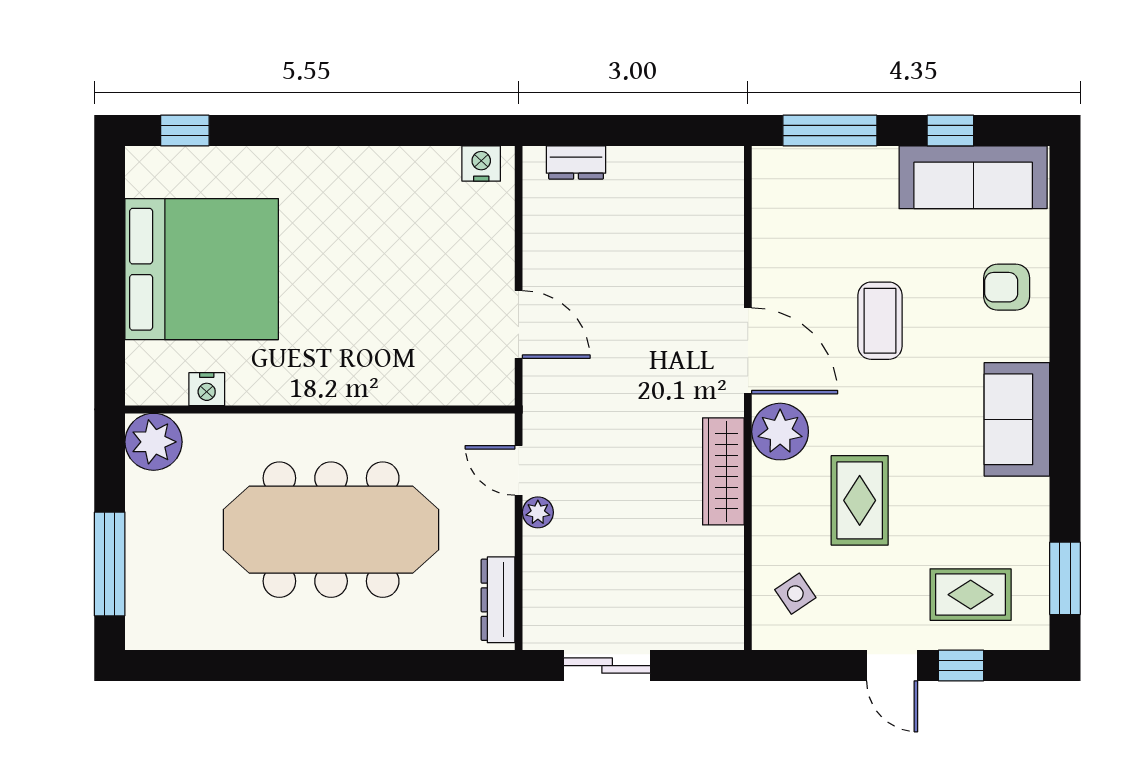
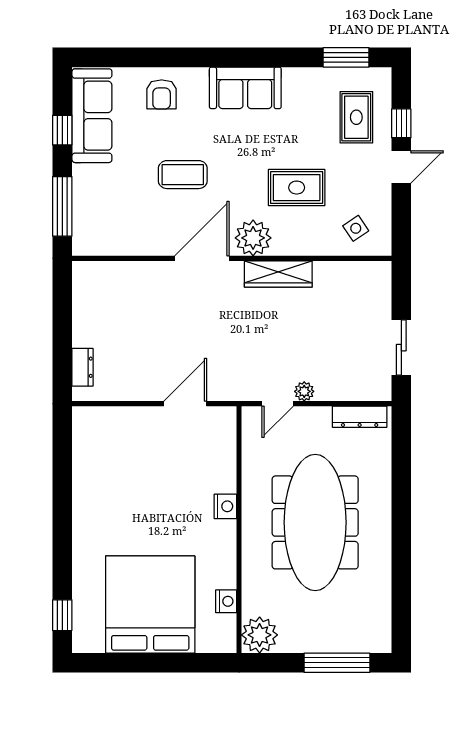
nightstand: (481, 163) -> (225, 506), moved, turned 180

